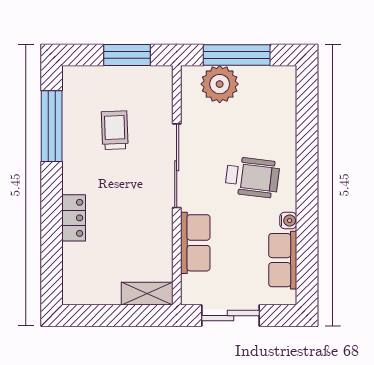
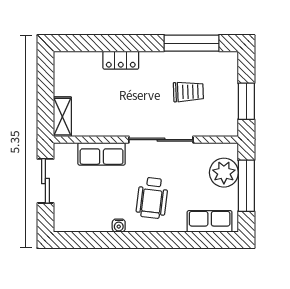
row of seats: (283, 260) -> (210, 221), moved

